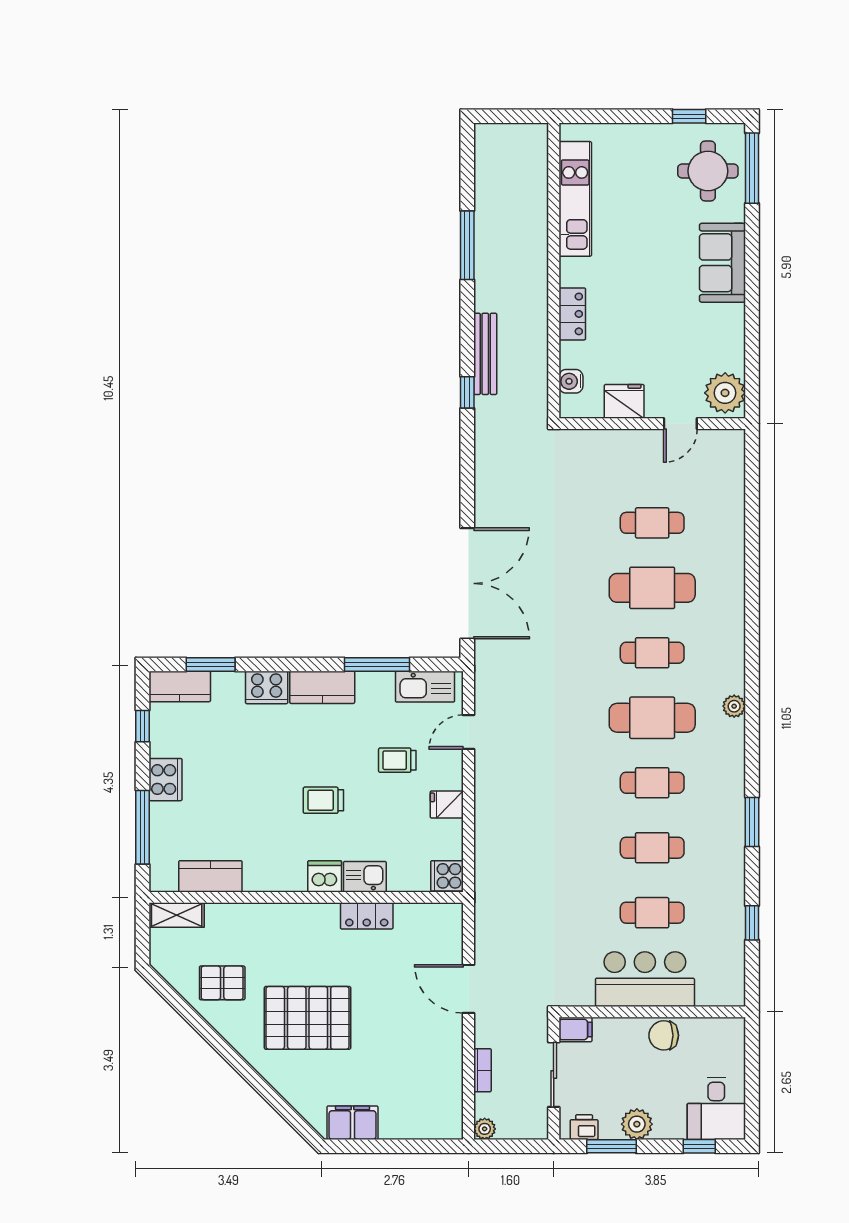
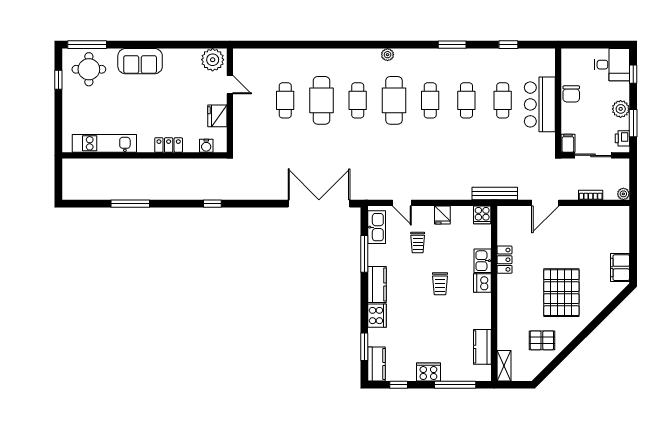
bench: (485, 354) -> (495, 194), moved
pallet: (222, 983) -> (542, 340), turned 90

